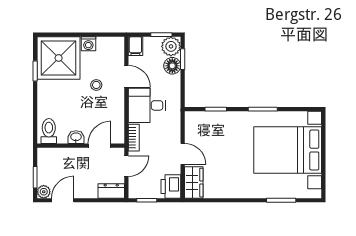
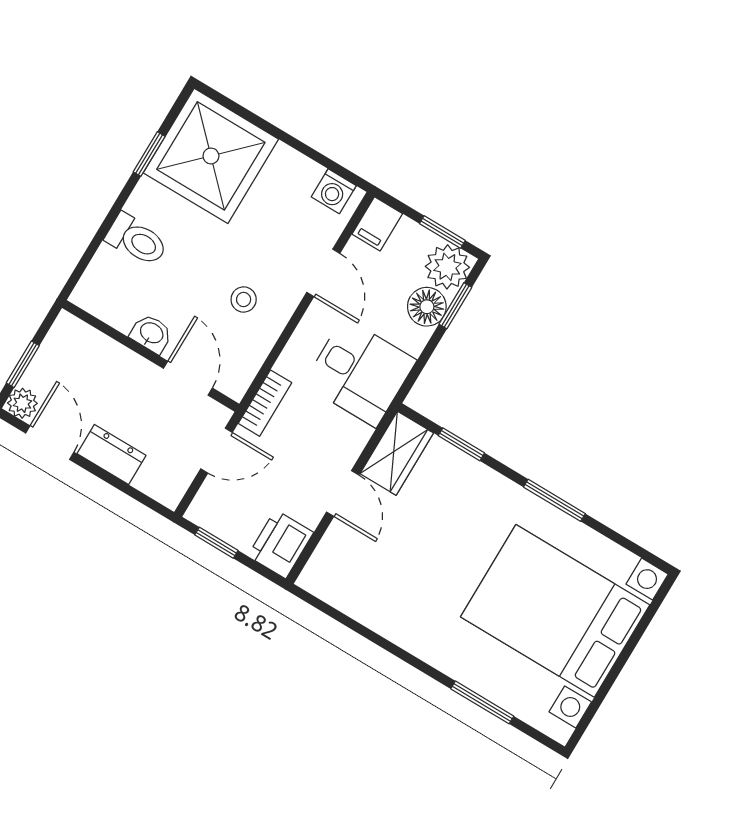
washing machine: (88, 44) -> (334, 191), moved
stool: (96, 85) -> (244, 299), moved
desk: (147, 105) -> (360, 372), moved, turned 180
toilet: (49, 131) -> (137, 240), moved, turned 90
door: (100, 146) -> (188, 378), hinge flipped
wardrobe: (194, 183) -> (397, 453), moved
dresser: (111, 191) -> (111, 455), moved
door: (63, 200) -> (50, 443), hinge flipped

